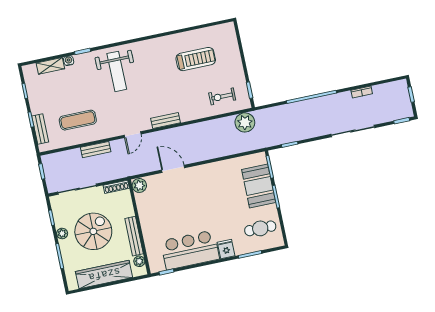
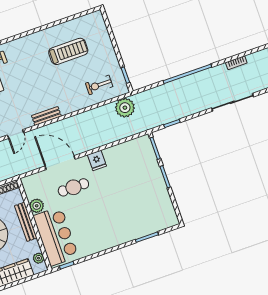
door: (173, 169) -> (60, 163), width x1.36
plant: (139, 185) -> (37, 206), moved
booth: (259, 186) -> (147, 169), removed
cafe table: (260, 228) -> (73, 187), moved
bench: (134, 236) -> (26, 222), moved
fridge: (226, 249) -> (97, 160), moved, turned 180
bar counter: (190, 250) -> (56, 236), moved, turned 90

